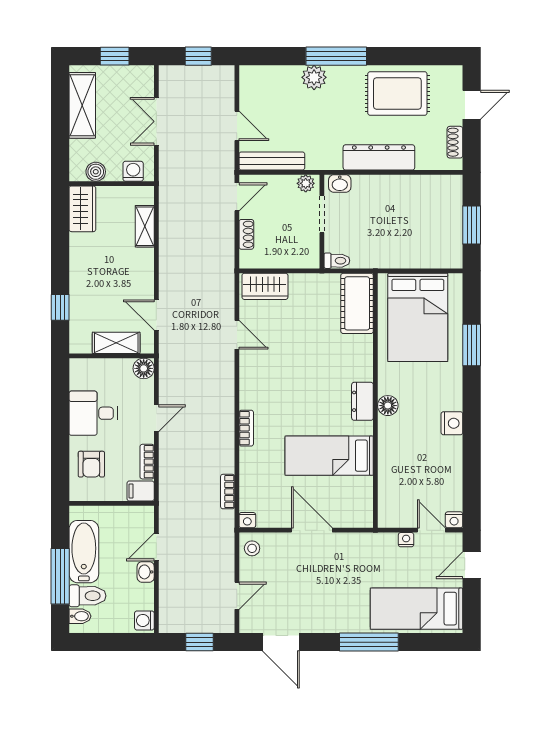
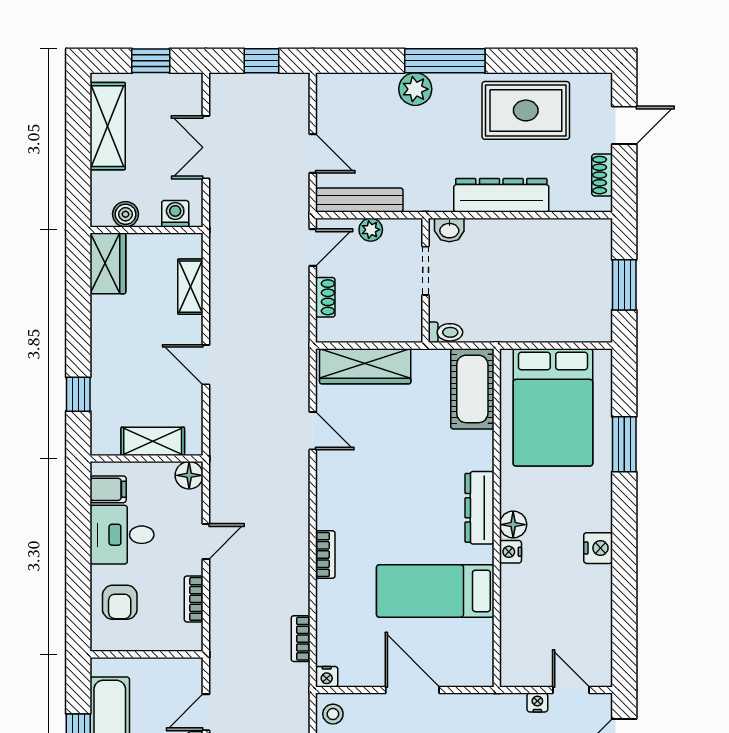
plant: (306, 183) -> (371, 230), moved
wardrobe: (265, 286) -> (365, 366), width x1.50
door: (156, 315) -> (206, 365), moved
dresser: (362, 401) -> (479, 508), width x1.44
filing cabinet: (141, 491) -> (108, 489), moved, turned 180
nightstand: (454, 520) -> (510, 552), moved, turned 90

